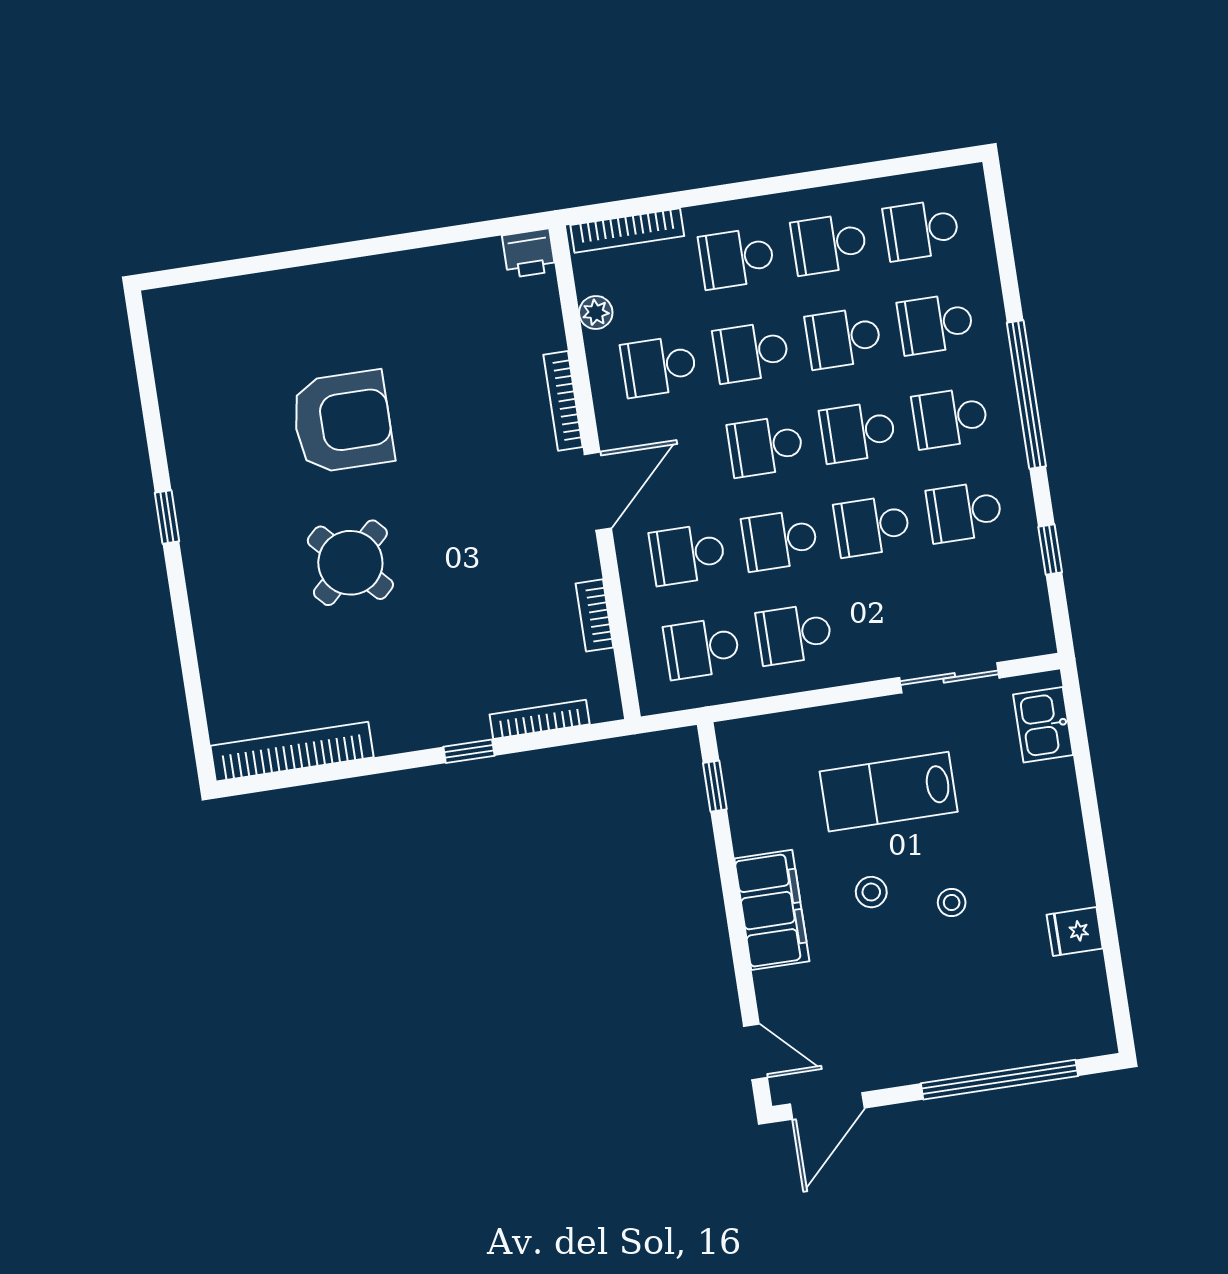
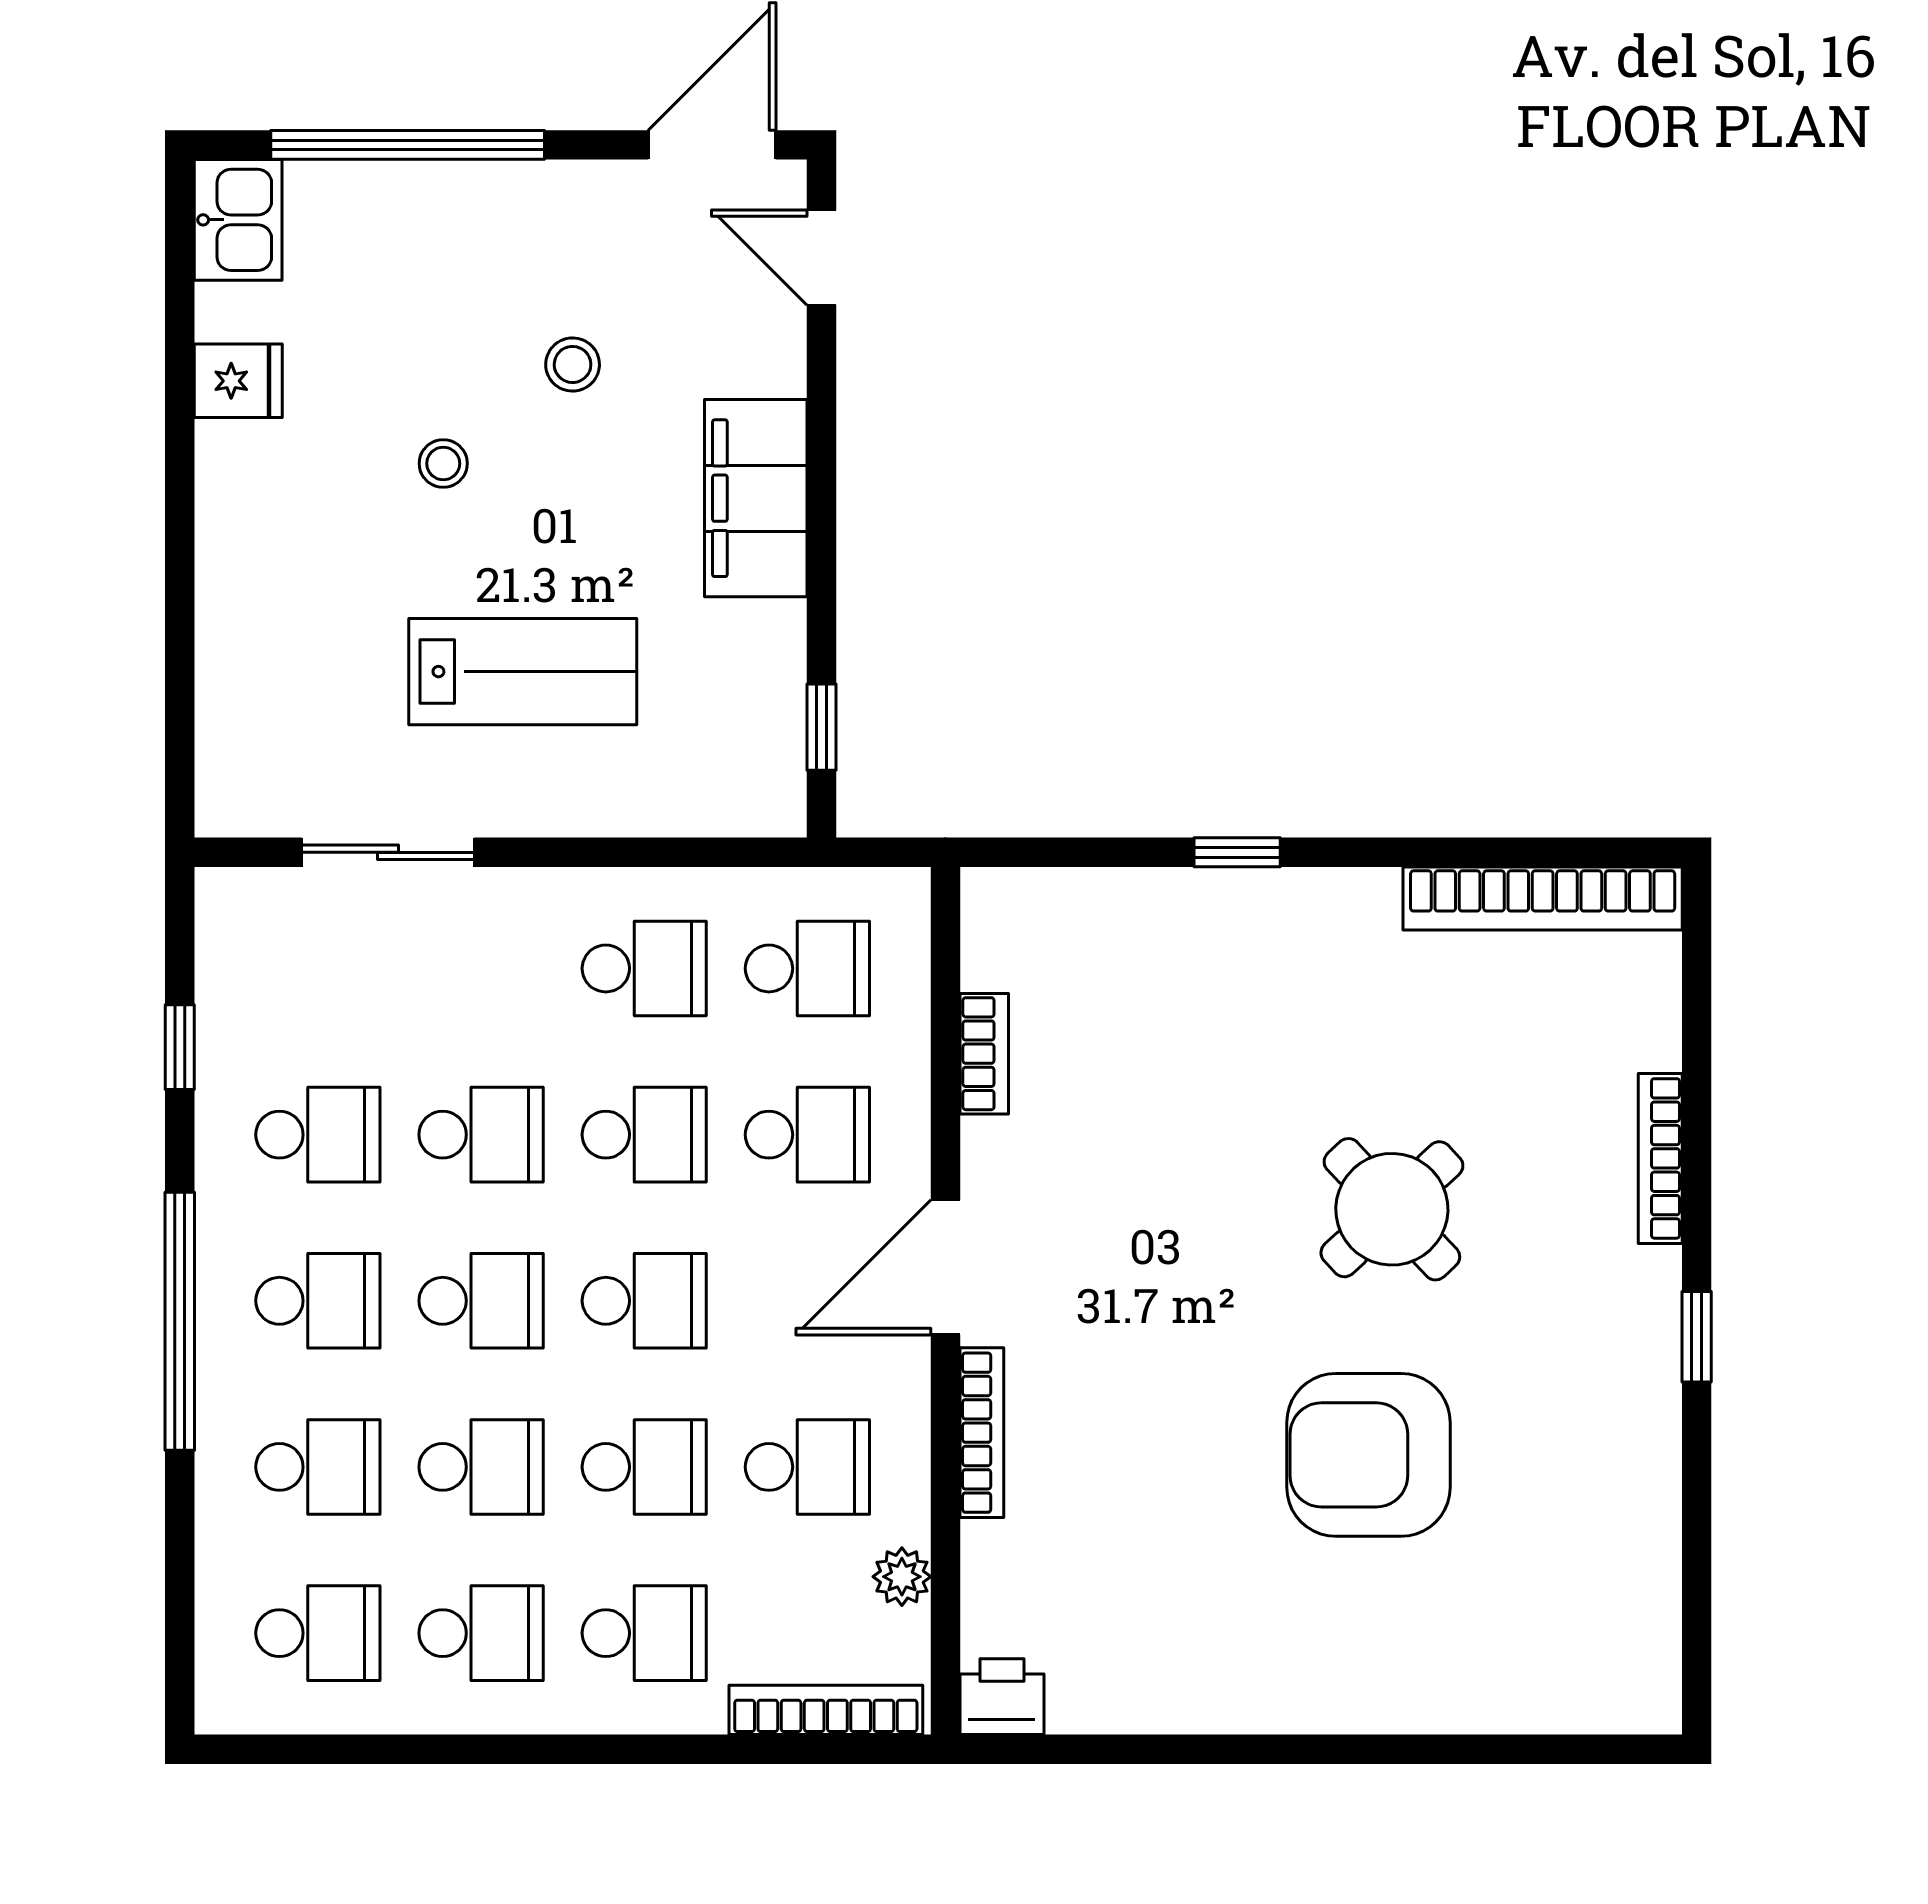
bookcase: (540, 719) -> (1660, 1158), moved, turned 90
kitchen sink: (1043, 725) -> (238, 220), moved
stool: (871, 892) -> (573, 364), moved

